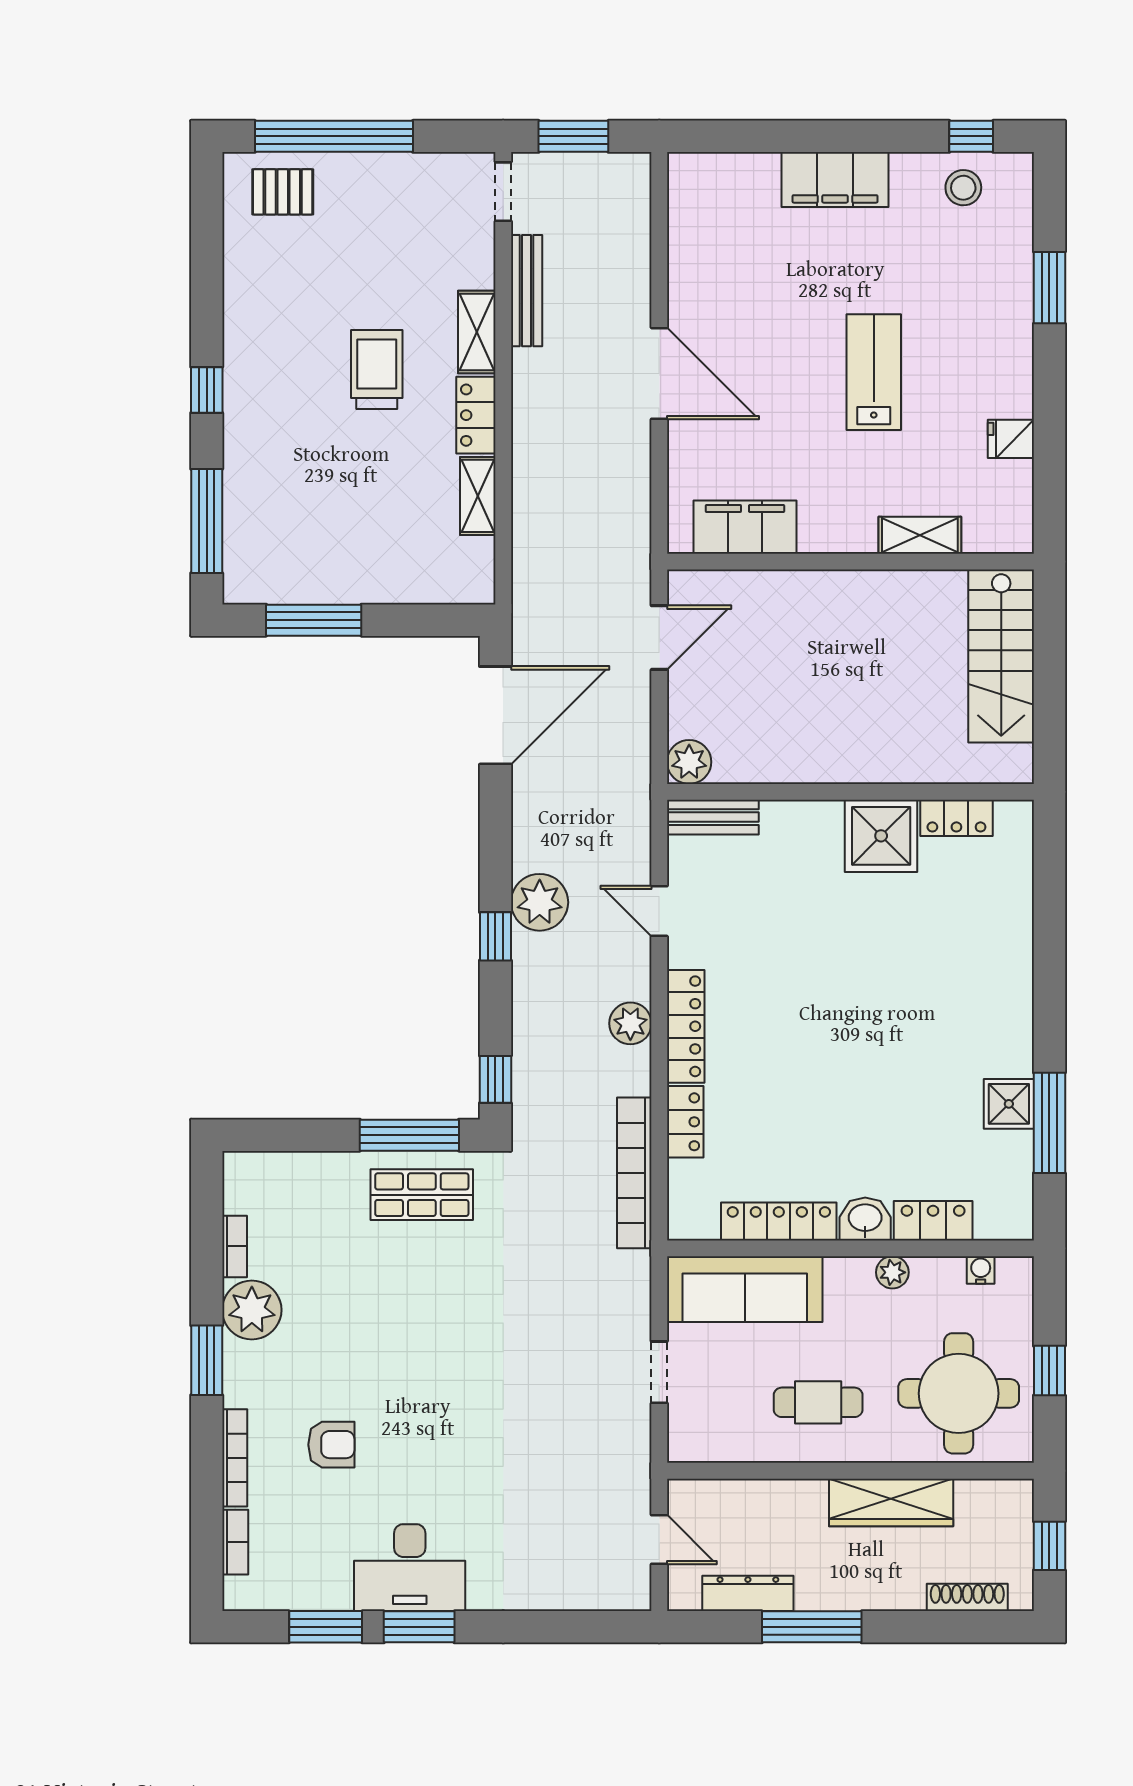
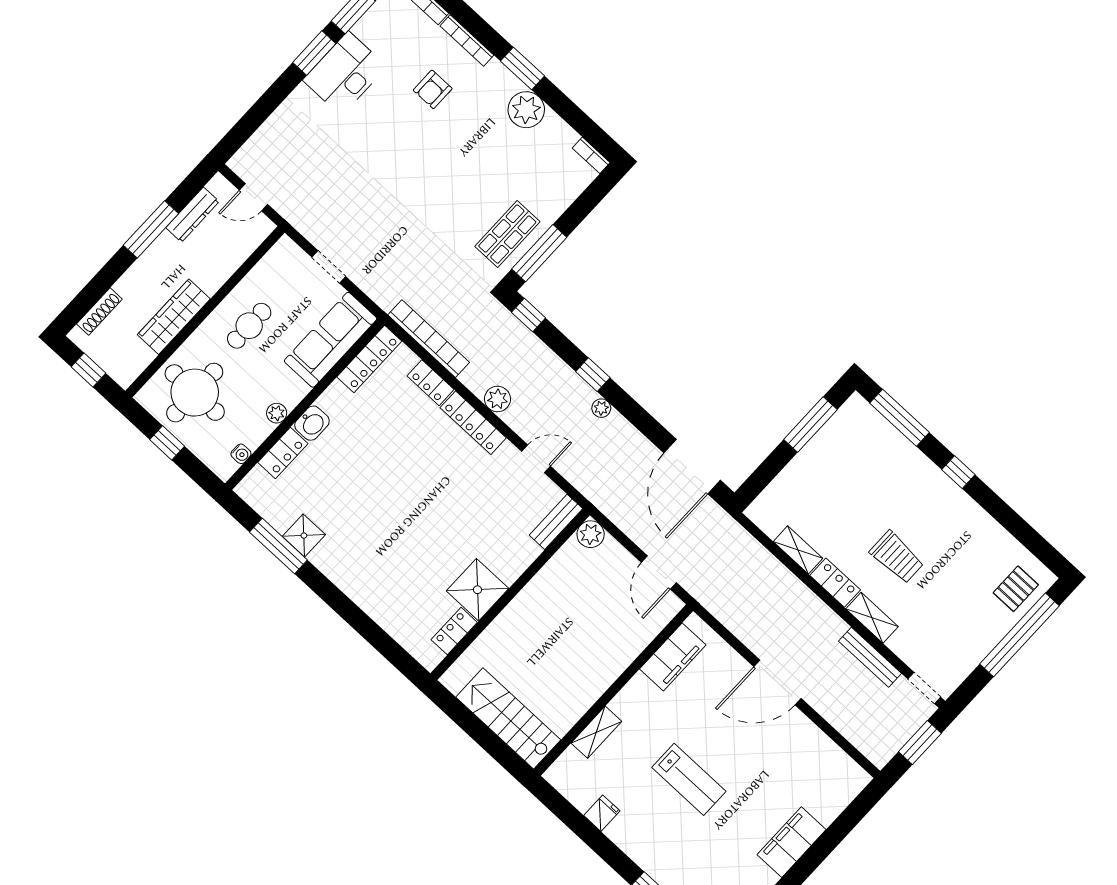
plant: (540, 902) -> (601, 408), width x0.53, depth x0.53
locker: (779, 1221) -> (369, 359), moved
bookcase: (235, 1246) -> (591, 155), moved

